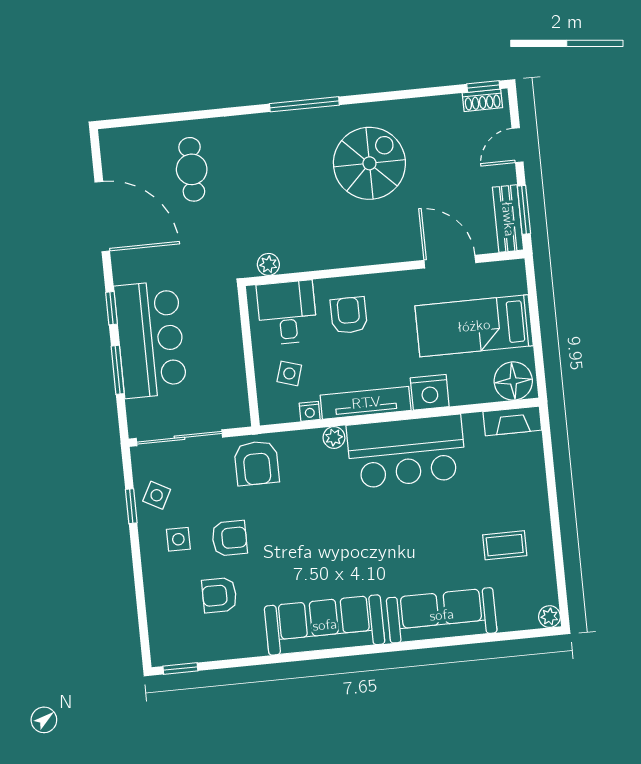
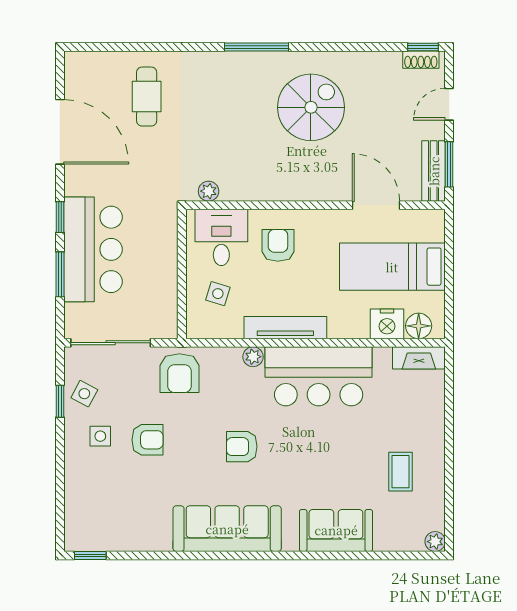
floor lamp: (513, 381) -> (419, 326), width x0.73, depth x0.73
nightstand: (430, 392) -> (387, 324), moved
nightstand: (310, 411) -> (233, 330), removed
coffee table: (505, 545) -> (400, 472), turned 90
armchair: (219, 595) -> (242, 447), moved
sofa: (442, 615) -> (336, 530), width x0.73

